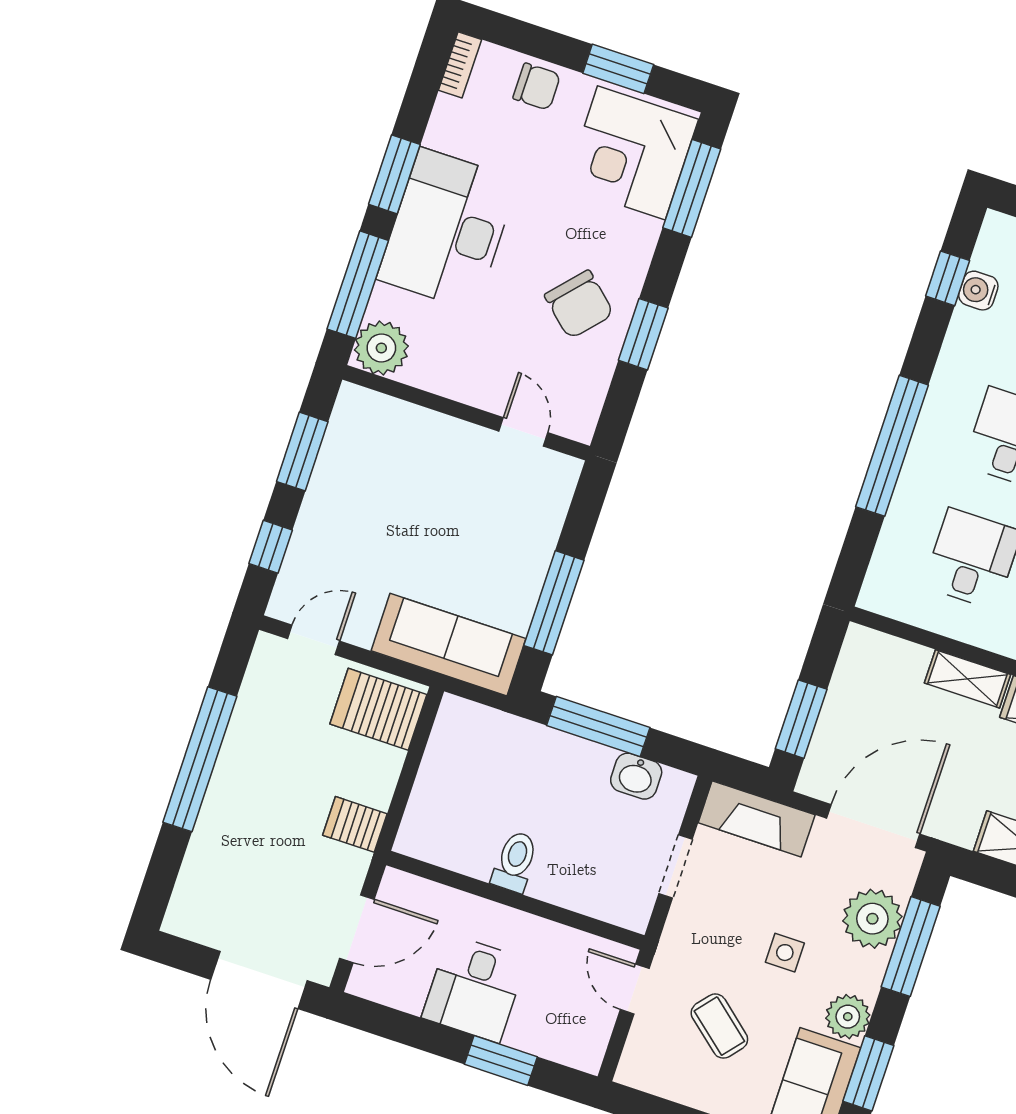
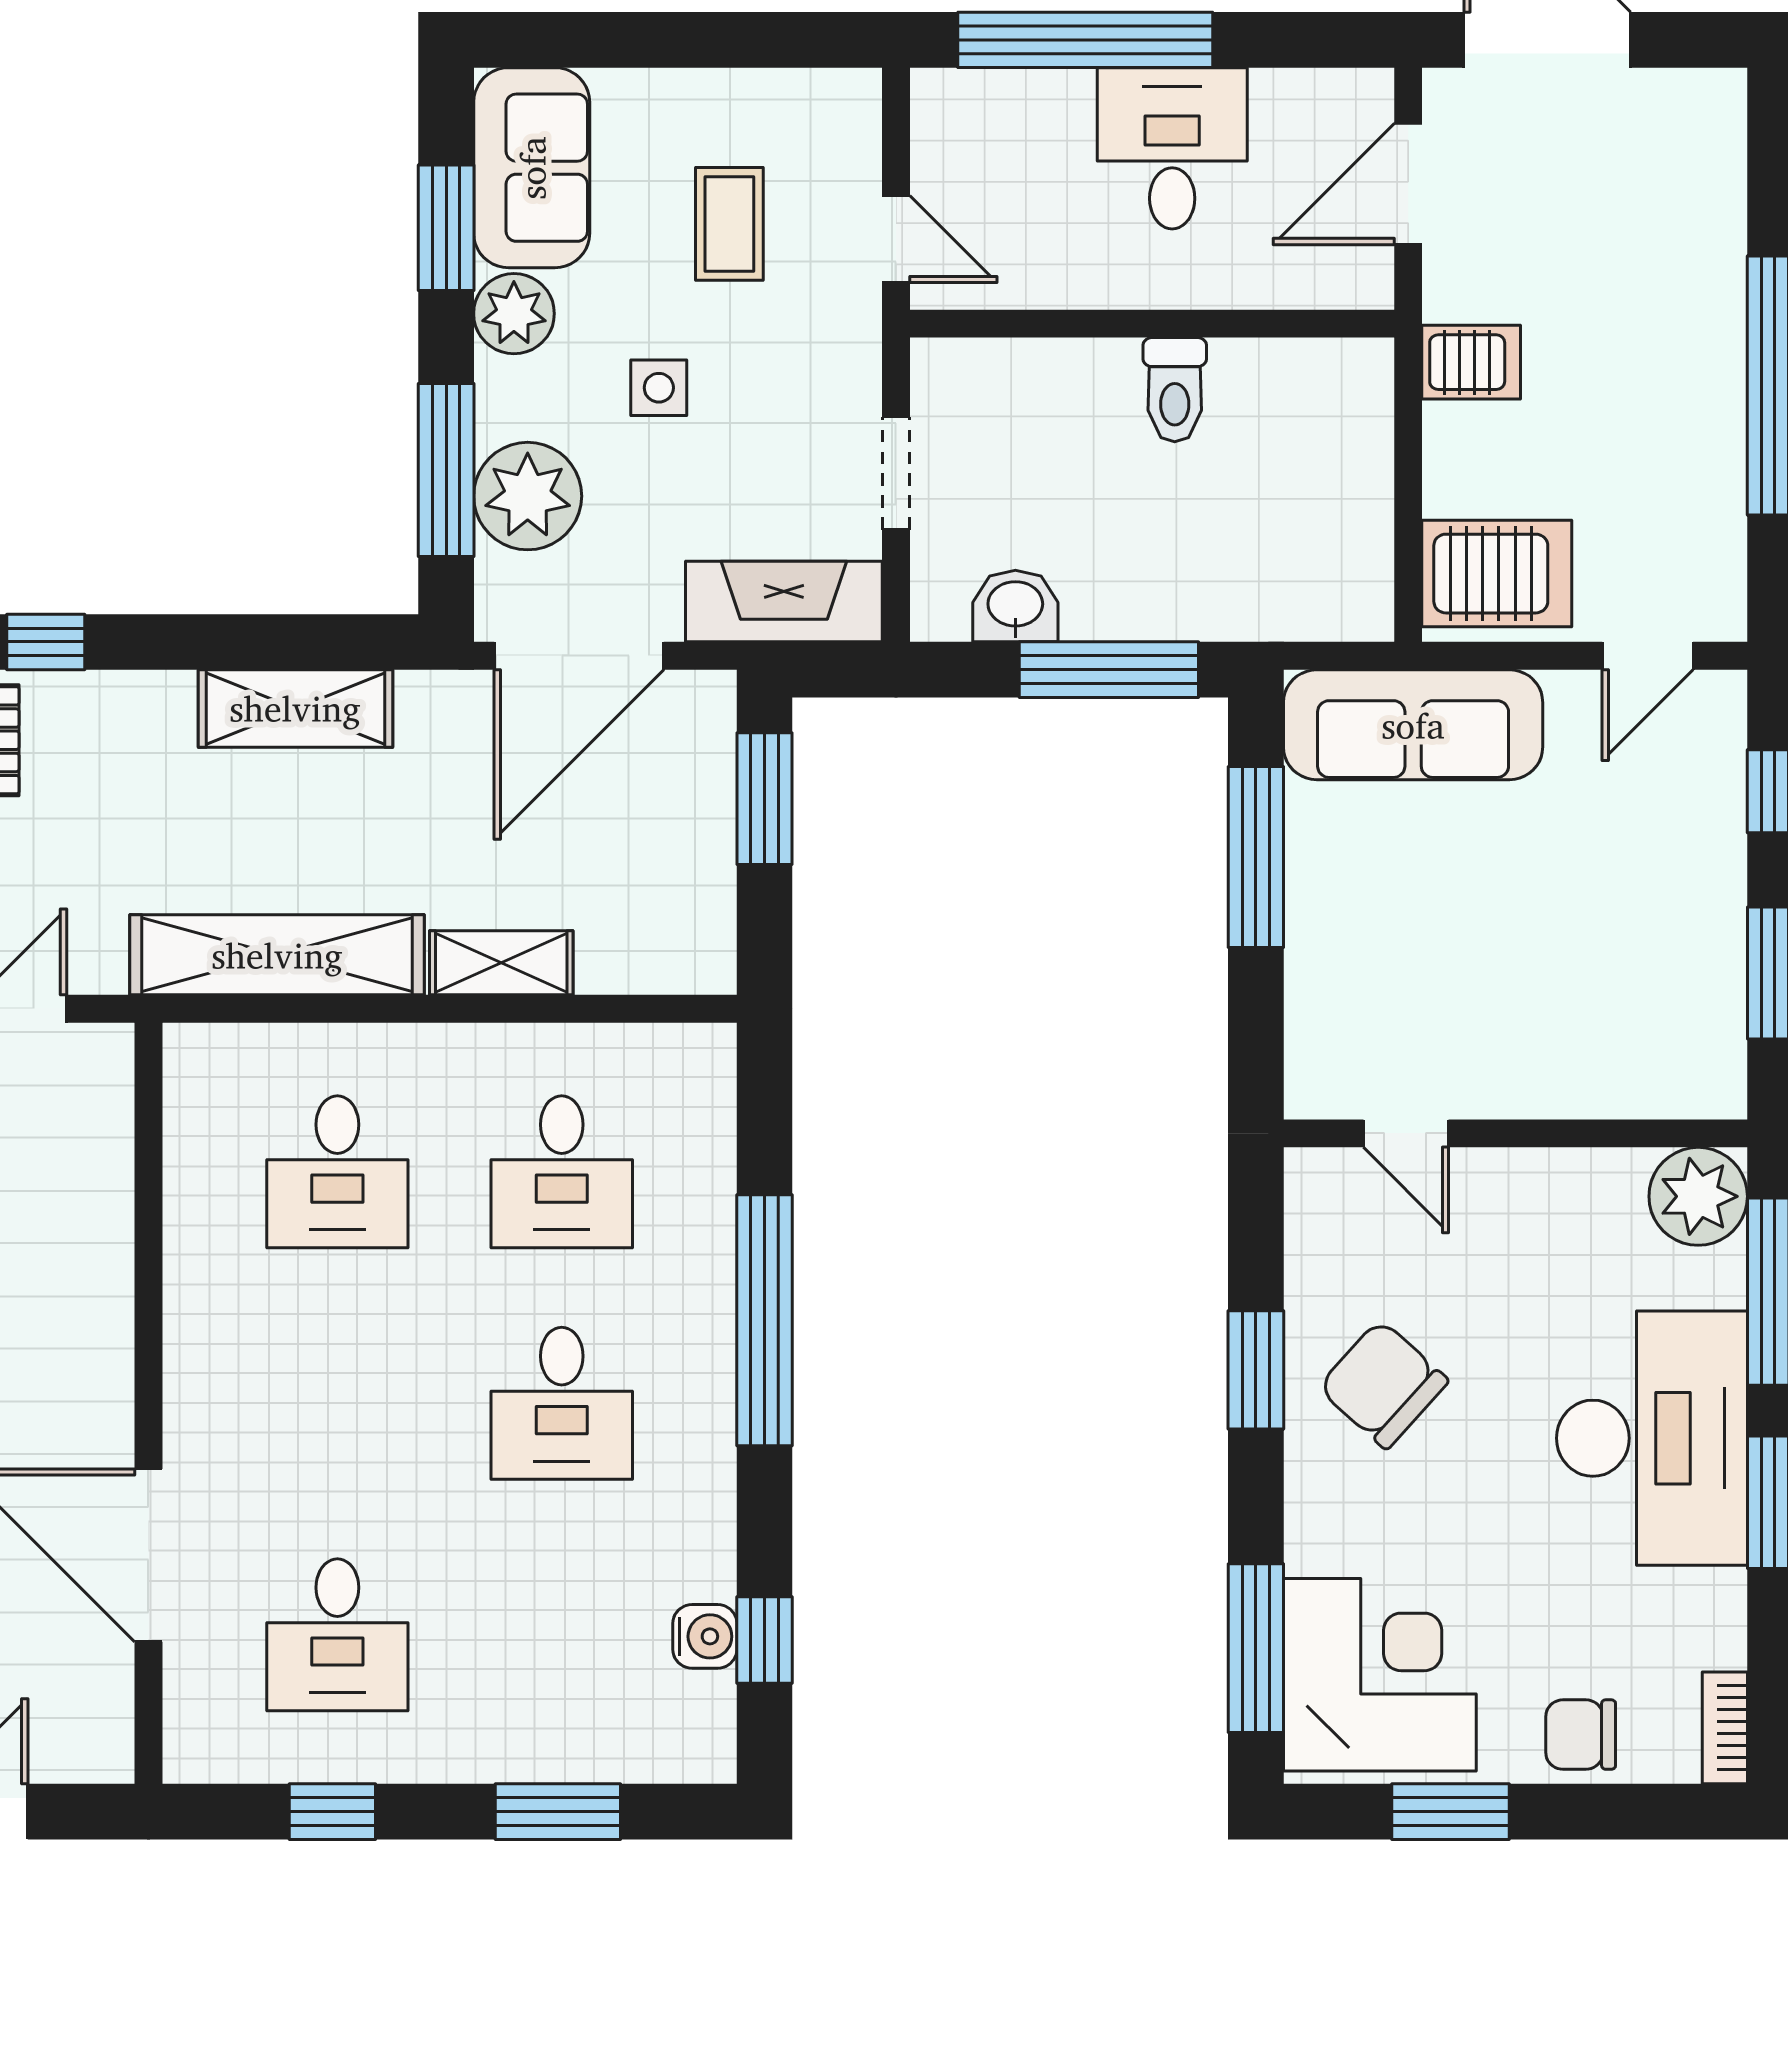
coffee table: (719, 1026) -> (729, 224), turned 50
window: (501, 1060) -> (1085, 40), width x2.11

